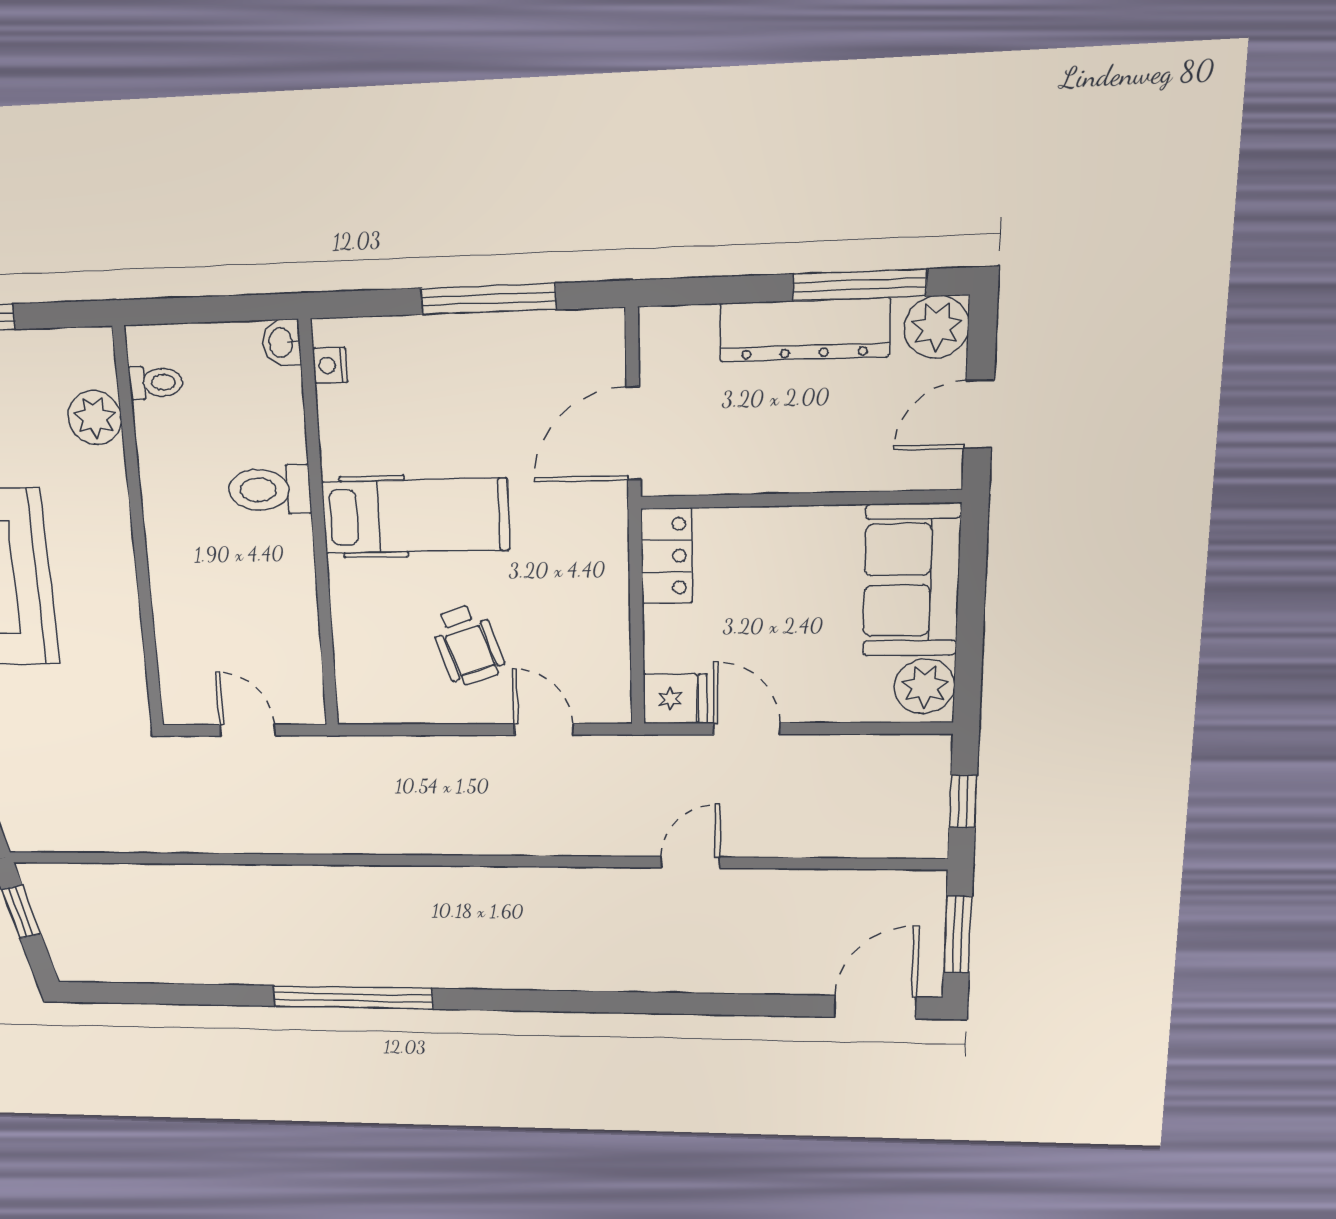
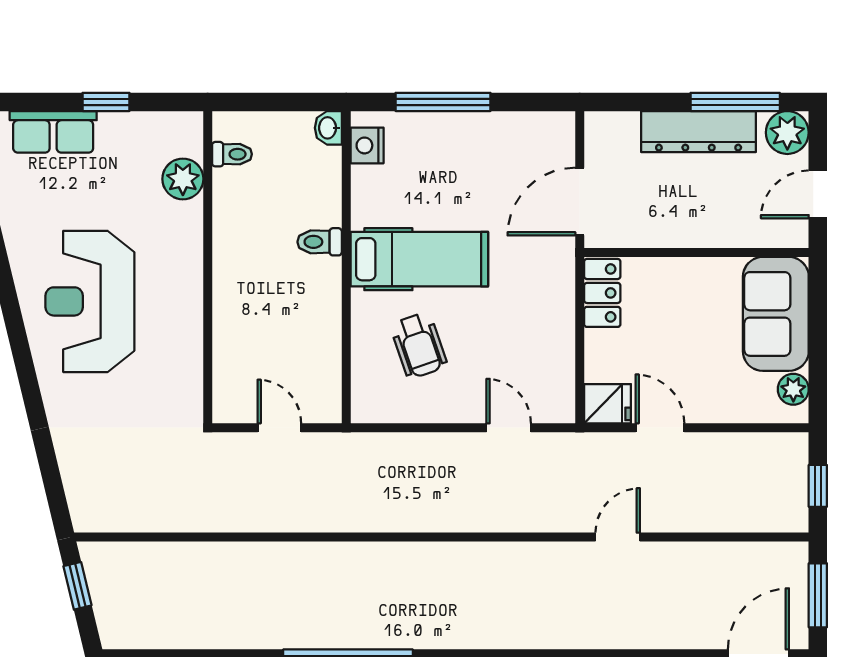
window: (489, 299) -> (443, 102), moved
nightstand: (330, 365) -> (367, 145), width x1.39, depth x1.35
toilet: (269, 490) -> (320, 242), width x0.73, depth x0.72
wheelchair: (468, 645) -> (419, 345), moved
plant: (925, 686) -> (793, 389), width x0.73, depth x0.73

